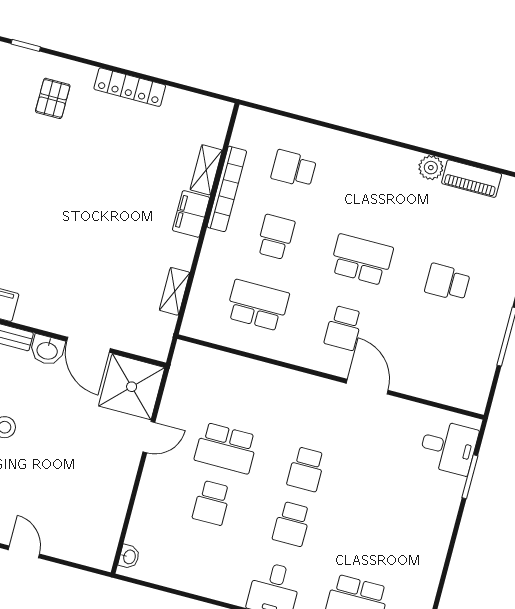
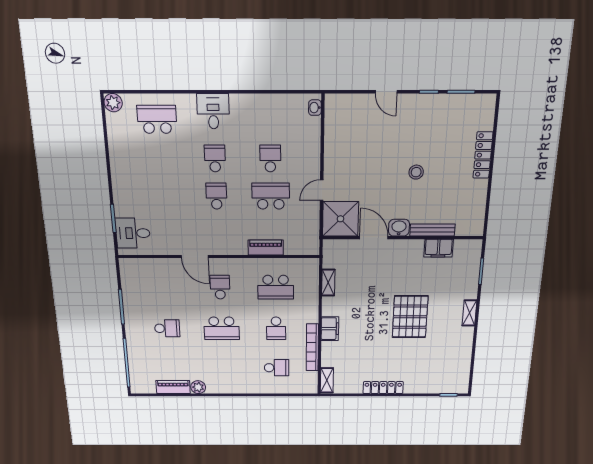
pallet: (53, 98) -> (410, 317), moved, width x2.05, depth x2.00
shelving: (206, 170) -> (327, 380), moved
piano: (255, 372) -> (266, 248), added

